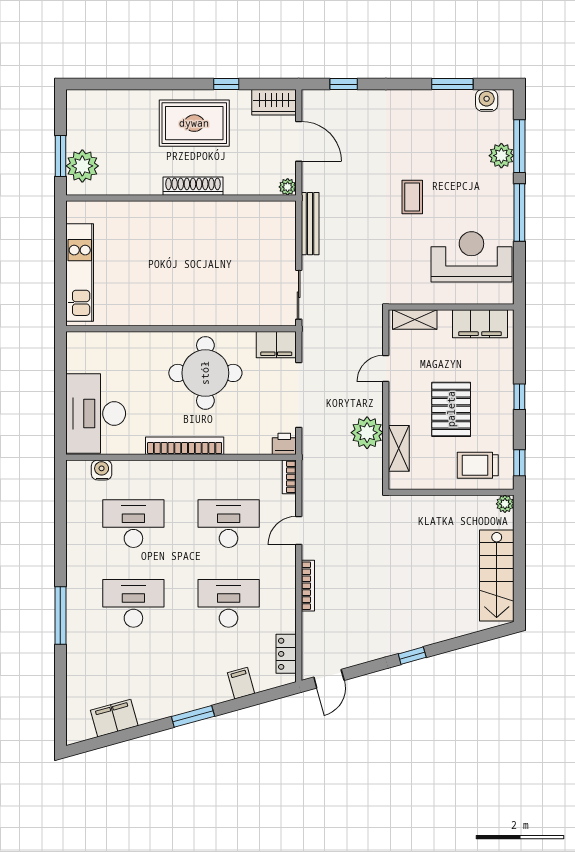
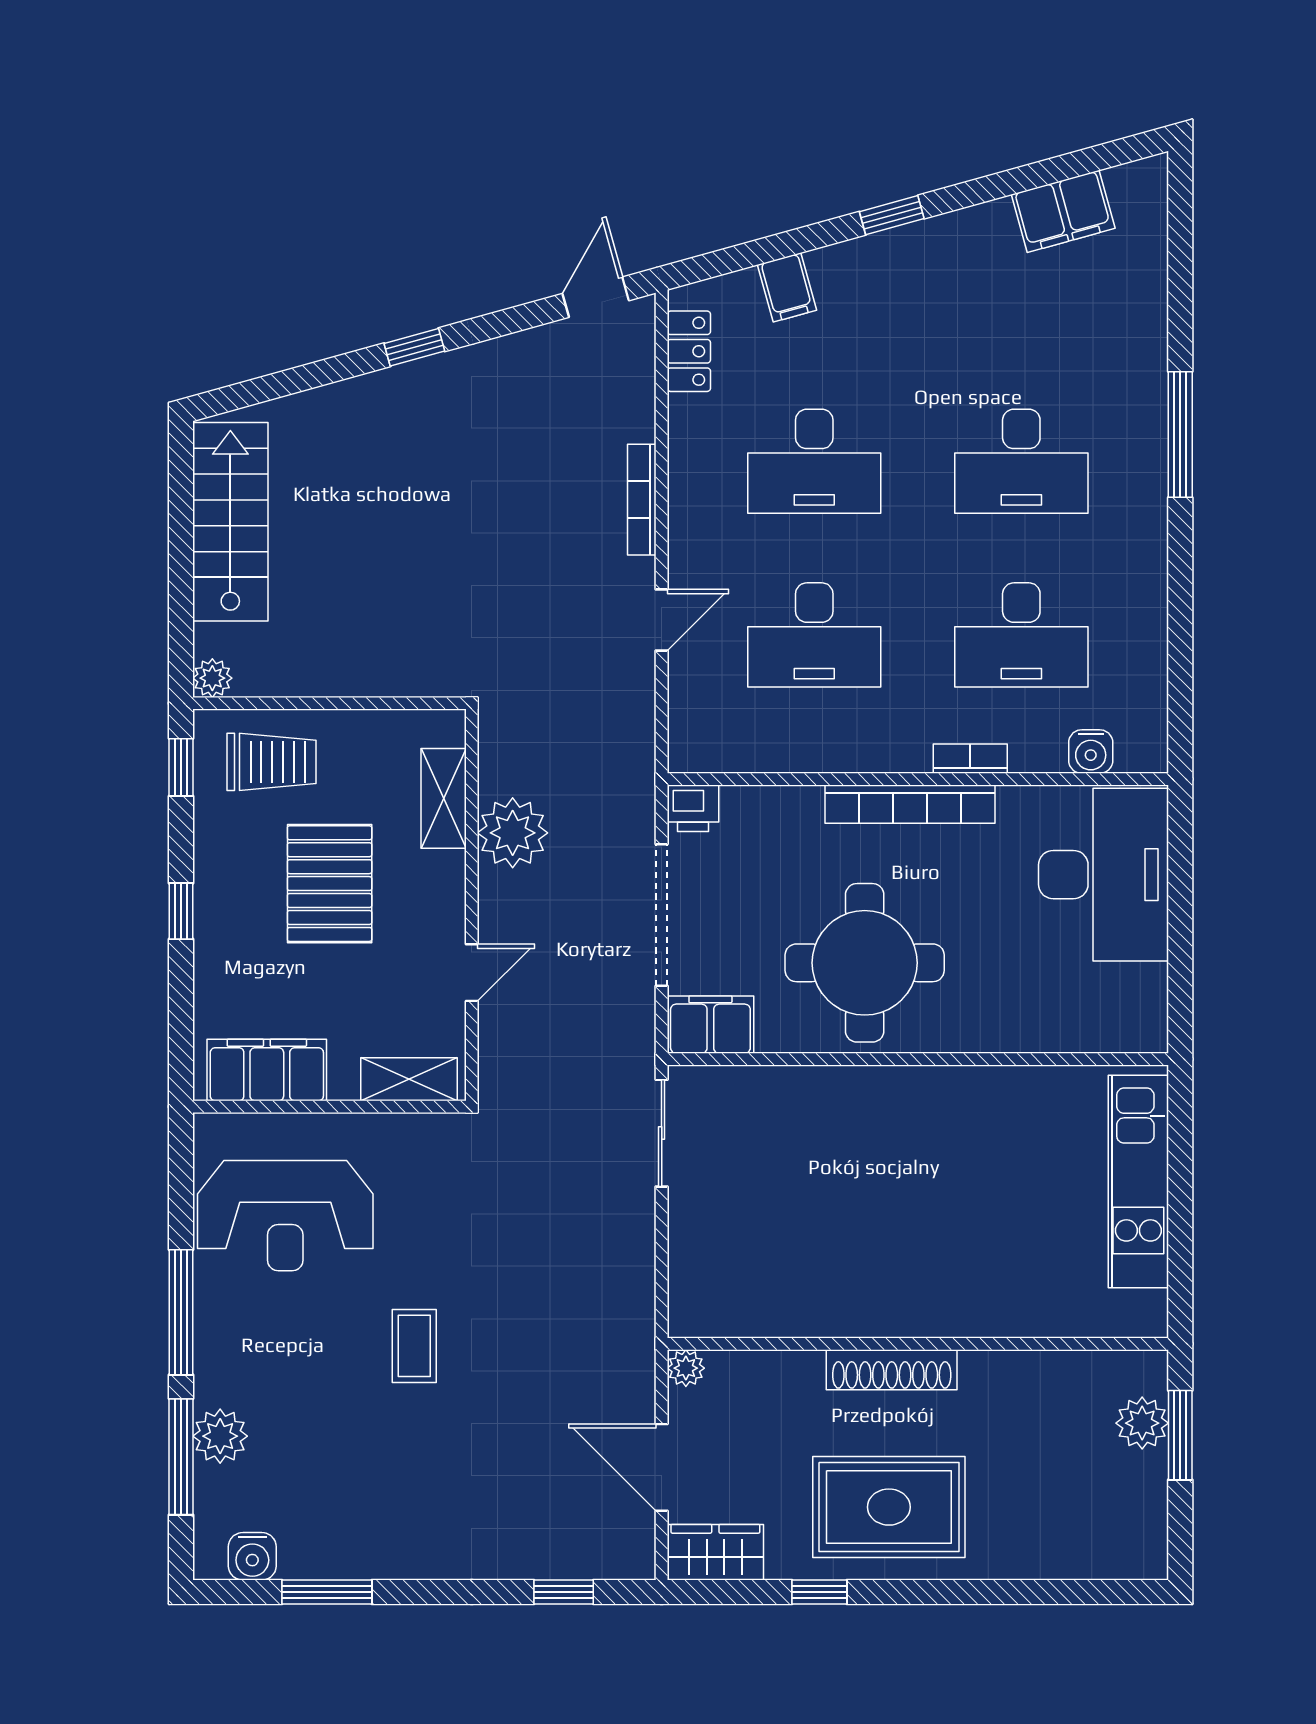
plant: (82, 166) -> (1142, 1423), width x0.73, depth x0.73
bench: (310, 224) -> (637, 1288), removed
bookcase: (289, 477) -> (970, 759), moved, turned -90
window: (193, 716) -> (892, 215), width x0.67

